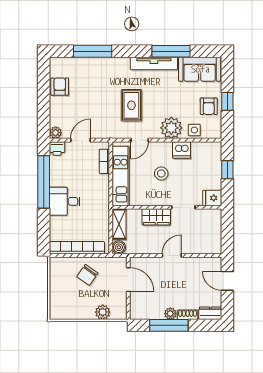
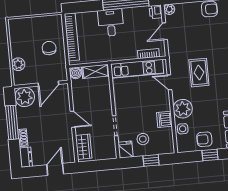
rug: (131, 105) -> (199, 73), turned 90
door: (80, 140) -> (165, 31), swing flipped
stool: (161, 173) -> (143, 139), moved
wardrobe: (156, 217) -> (84, 147), moved, turned 180
chair: (87, 275) -> (49, 48), turned 55
plant: (170, 314) -> (25, 97), moved, width x1.88, depth x1.88

